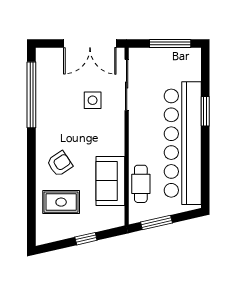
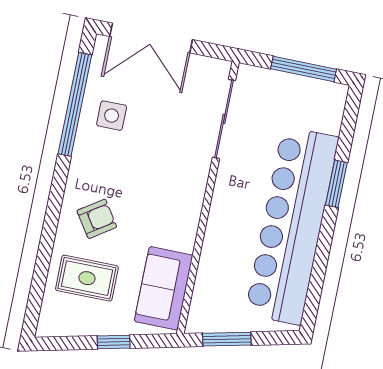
double door: (90, 44) -> (151, 38), moved
side table: (93, 100) -> (112, 116), moved
sofa: (110, 181) -> (164, 288), moved
cafe table: (141, 184) -> (215, 275), removed

